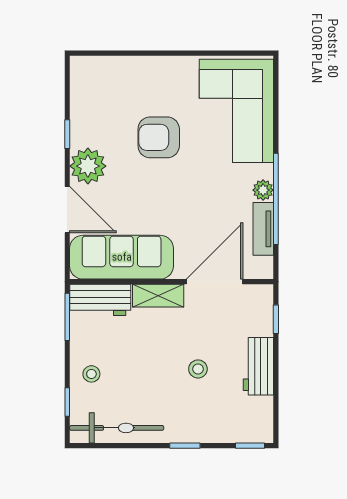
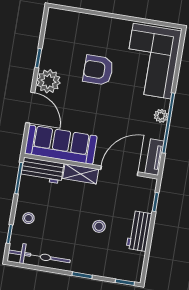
tv unit: (263, 229) -> (154, 157), moved

